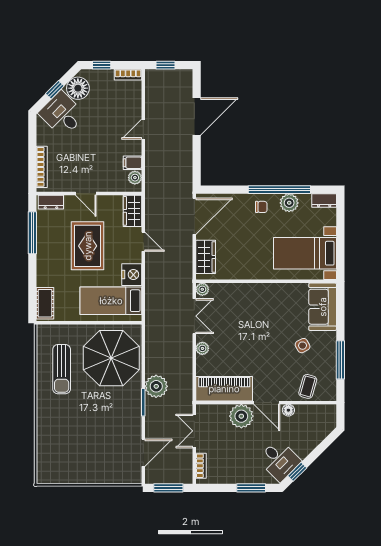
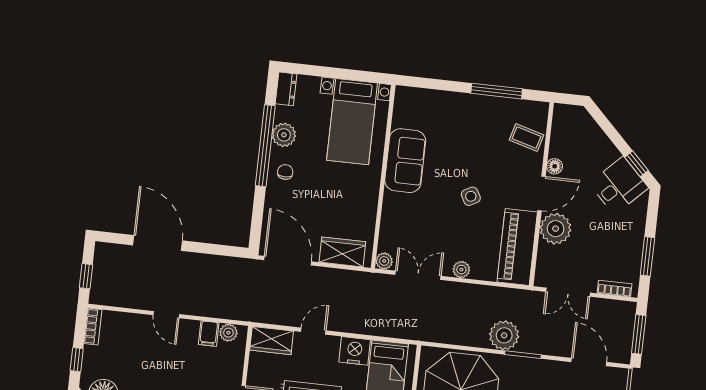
sofa: (323, 307) -> (405, 161), moved, turned -90
side table: (303, 346) -> (471, 196), moved
window: (251, 488) -> (647, 256), moved

